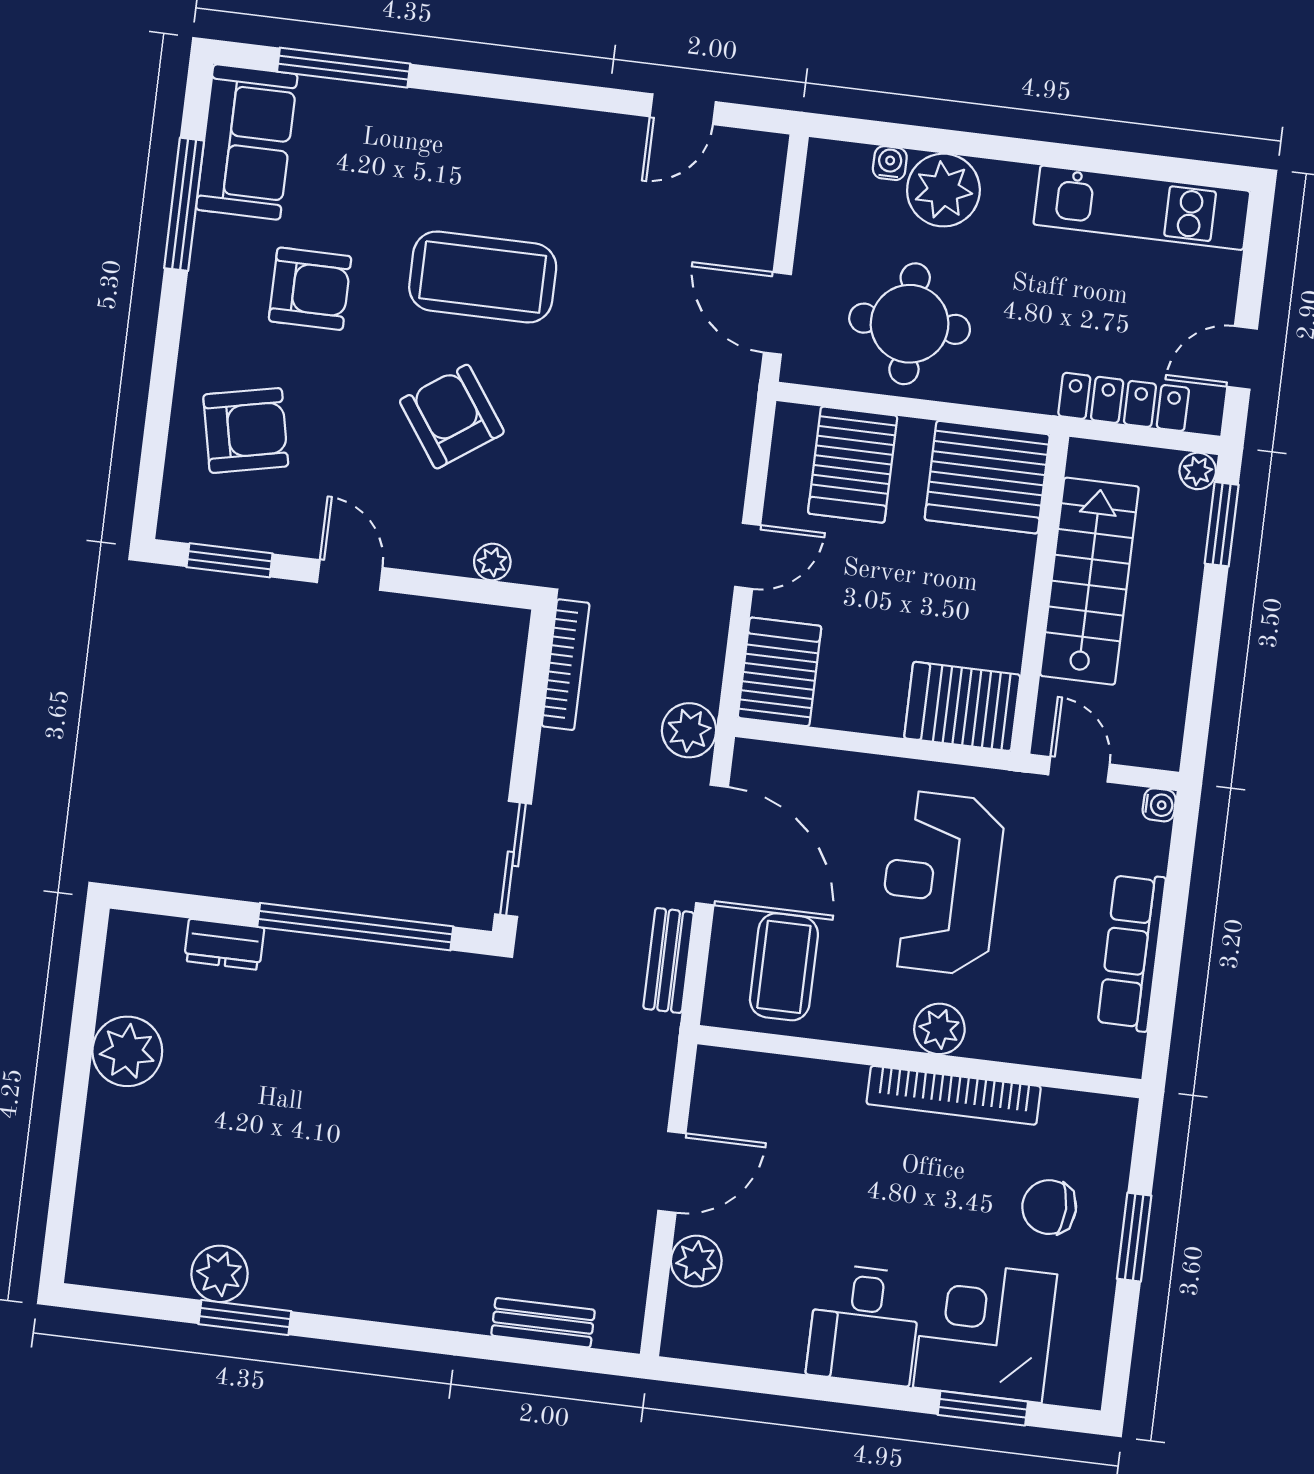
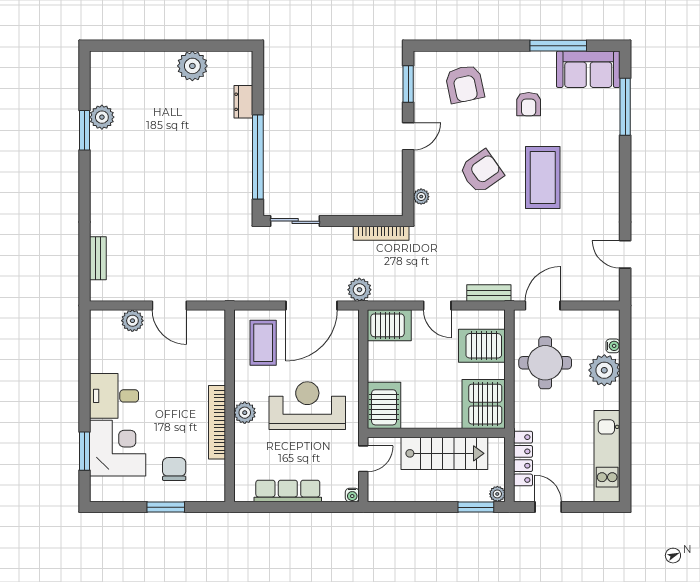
armchair: (310, 289) -> (529, 104), width x0.72, depth x0.72
bench: (669, 960) -> (489, 293), moved
coffee table: (784, 967) -> (263, 343), turned 90

